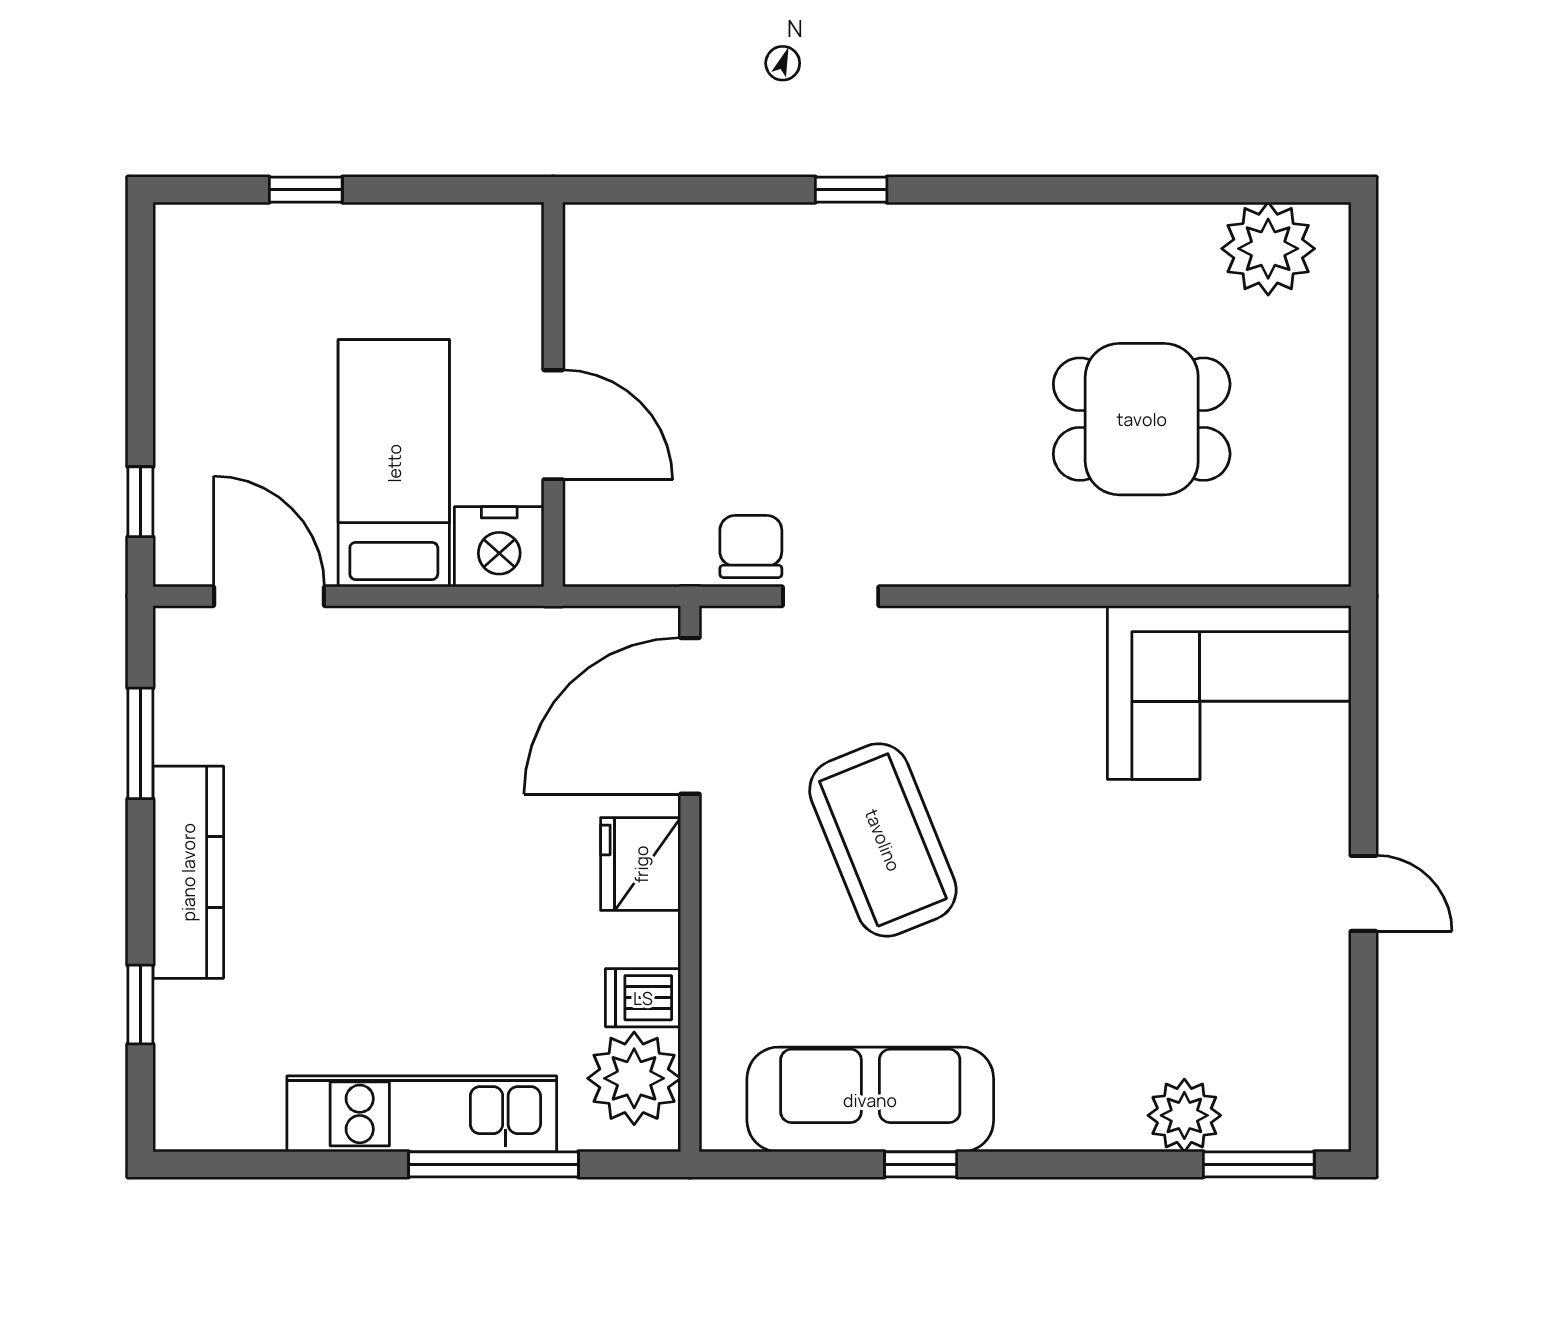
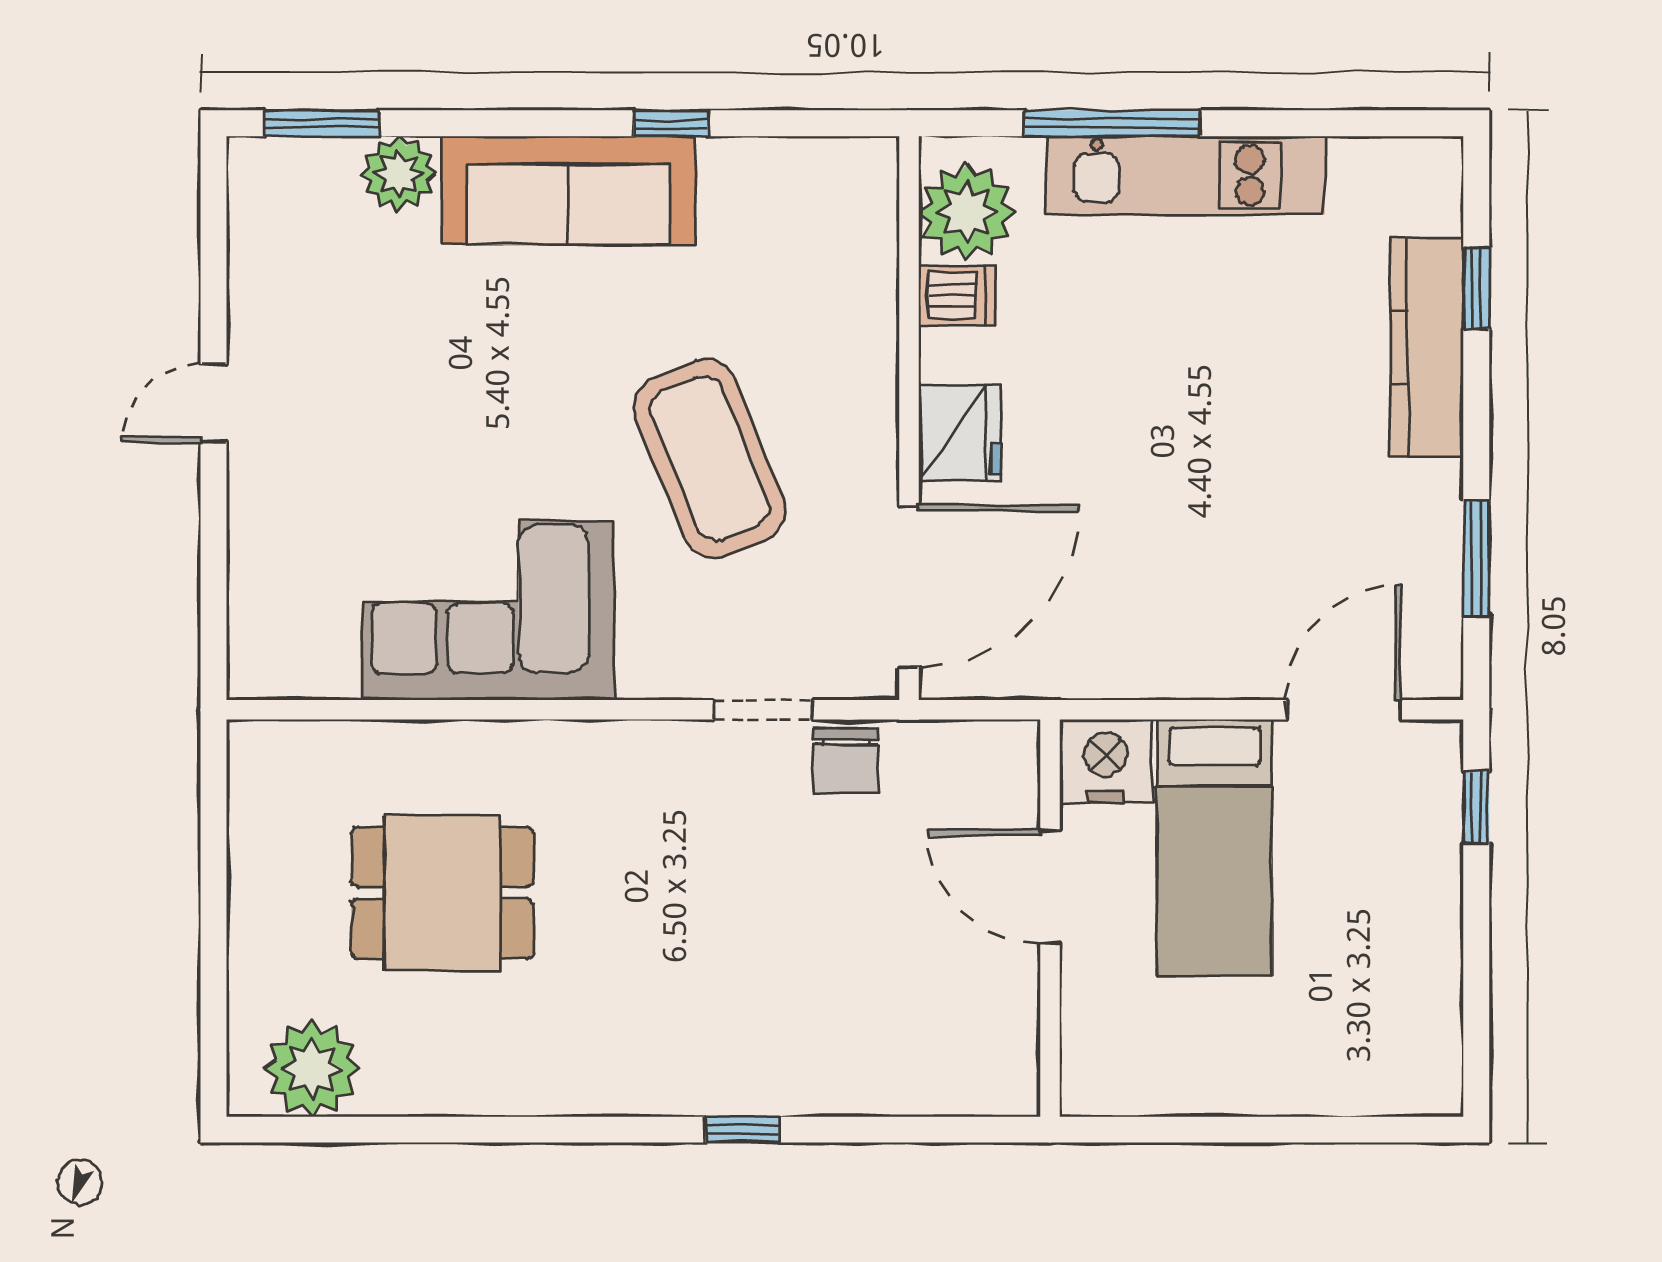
window: (306, 190) -> (1306, 1130), removed
door: (269, 596) -> (1343, 710), swing flipped
corner sofa: (1229, 693) -> (488, 610), moved
kitchen counter: (188, 872) -> (1427, 347), moved
door: (1363, 893) -> (213, 403), hinge flipped
sofa: (870, 1100) -> (569, 190), moved

